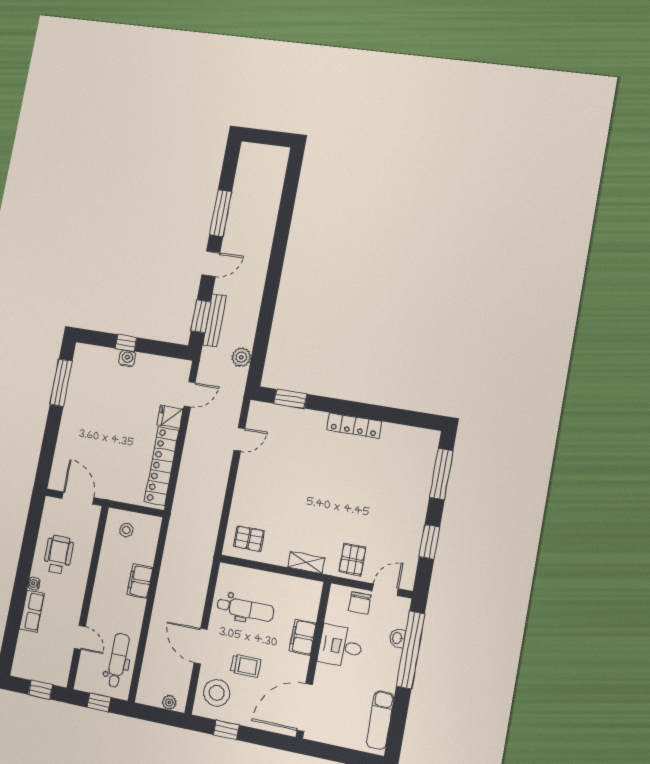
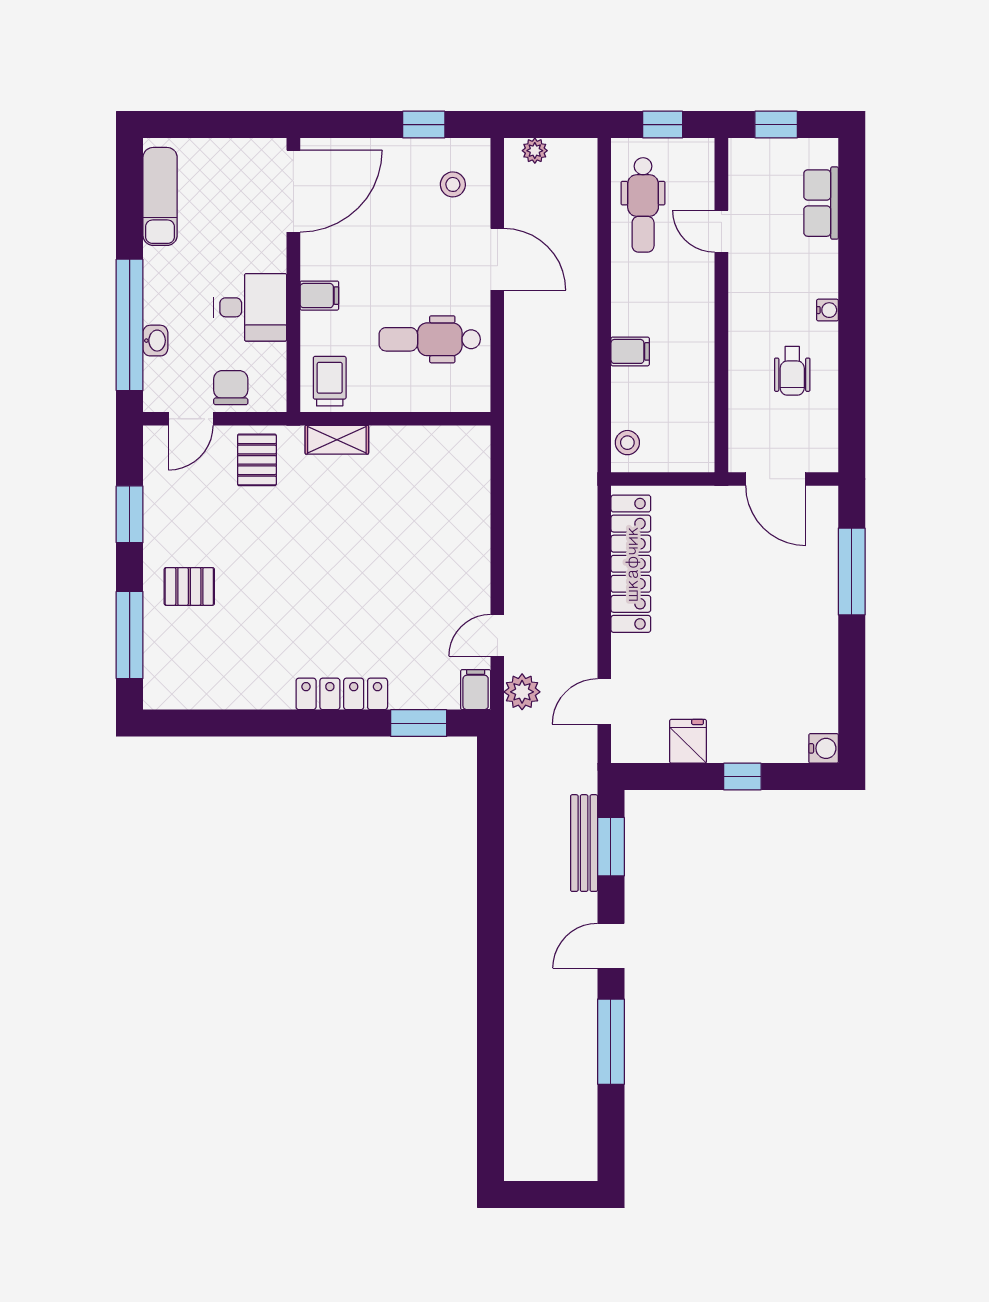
plant: (241, 357) -> (522, 692), moved
water cooler: (127, 358) -> (824, 748), moved, turned -90
window: (61, 383) -> (852, 572), moved
filing cabinet: (256, 412) -> (476, 690), added
fridge: (170, 417) -> (688, 741), moved, turned -90
locker: (354, 426) -> (342, 694), moved
stool: (126, 530) -> (627, 443), moved
pallet: (249, 539) -> (189, 586), moved
wheelchair: (58, 555) -> (792, 371), width x0.73, depth x0.73
filing cabinet: (140, 581) -> (630, 351), width x0.50
row of seats: (32, 611) -> (821, 203), moved
filing cabinet: (303, 637) -> (319, 296), width x0.50
trolley: (246, 666) -> (330, 381), moved, turned 90
stool: (217, 693) -> (453, 184), width x0.53, depth x0.53

